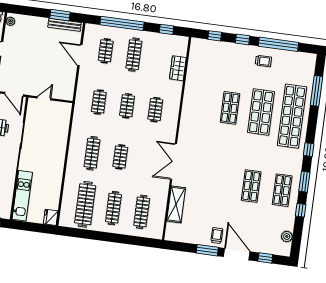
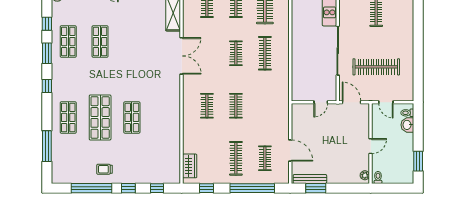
wardrobe: (178, 68) -> (190, 166), moved
clothes rail: (99, 102) -> (265, 106), removed
shop shelf: (292, 116) -> (68, 117), width x0.50, depth x0.74

